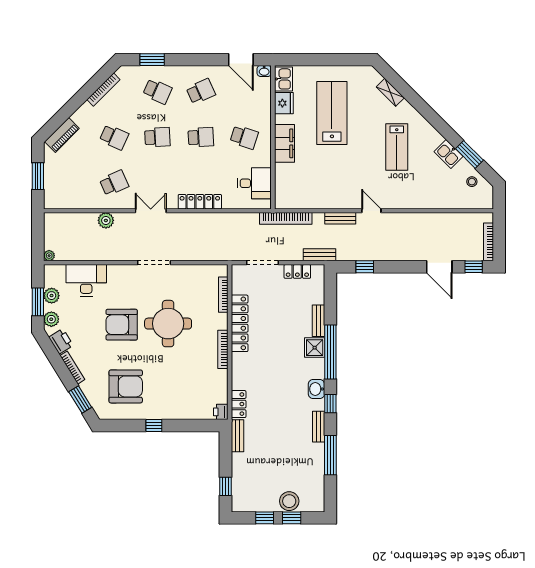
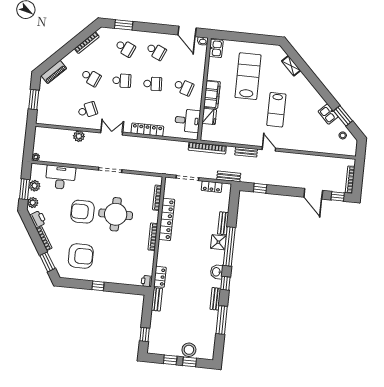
school desk: (201, 91) -> (156, 51), turned 48
fridge: (284, 103) -> (209, 116), moved
lab bench: (397, 147) -> (276, 110), moved

